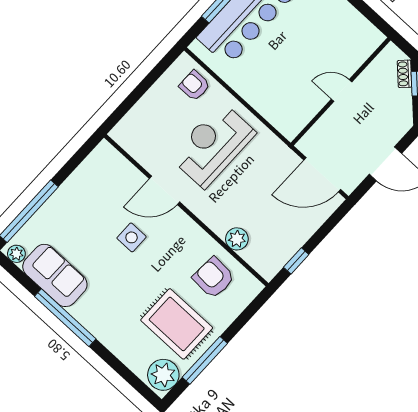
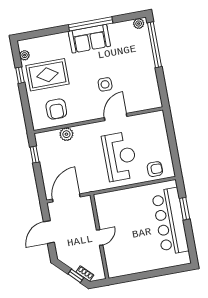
sofa: (55, 275) -> (89, 39), moved
armchair: (214, 278) -> (56, 109), turned 87
window: (205, 360) -> (20, 75), width x0.46
plant: (163, 375) -> (25, 55), width x0.53, depth x0.53

